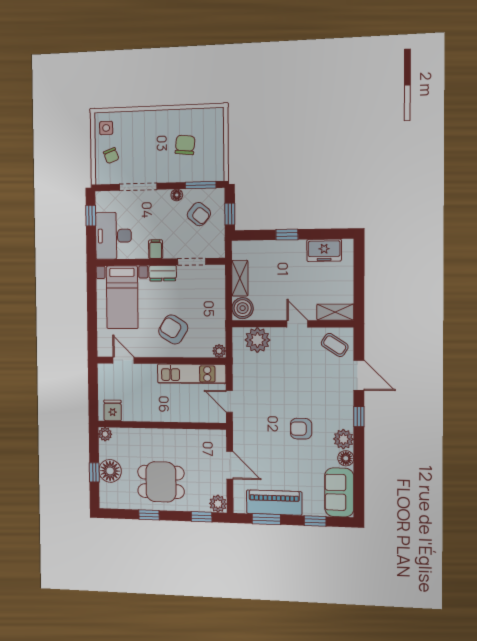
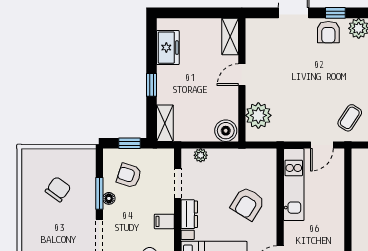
chair: (185, 145) -> (58, 189), turned 120
window: (201, 185) -> (99, 193), moved
armchair: (199, 214) -> (129, 175), turned -112
shelving: (240, 278) -> (165, 123), moved, turned 90
coffee table: (335, 345) -> (350, 118), moved
plant: (219, 351) -> (201, 155), moved
armchair: (301, 429) -> (328, 32), moved

